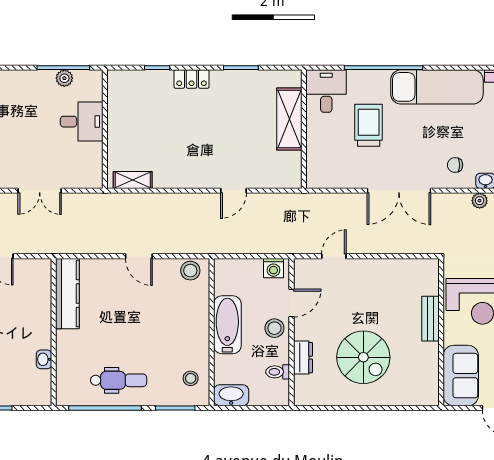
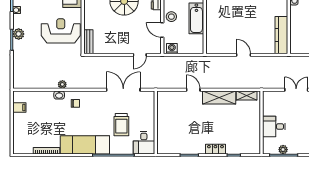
shelving: (289, 119) -> (219, 97), moved, turned 90
door: (233, 191) -> (193, 90), hinge flipped
double door: (399, 191) -> (123, 90), moved
stool: (190, 271) -> (216, 47), removed
door: (292, 303) -> (162, 30), hinge flipped
bench: (431, 319) -> (88, 42), moved

